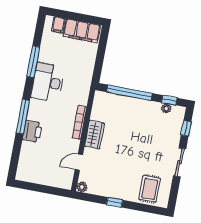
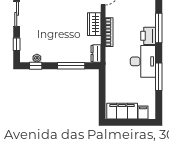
window: (129, 93) -> (71, 66), width x0.68
dresser: (99, 101) -> (96, 54), added
printer: (32, 131) -> (148, 36), moved

